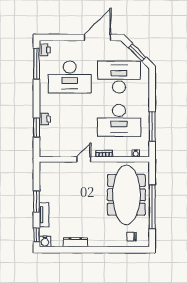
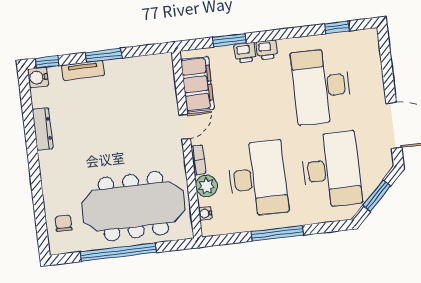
printer: (45, 50) -> (267, 50), moved
window: (36, 64) -> (337, 27), width x0.46
desk: (119, 120) -> (258, 179), turned 180
window: (152, 127) -> (277, 233), moved
filing cabinet: (60, 149) -> (197, 84), added
plant: (120, 151) -> (206, 186), added
door: (84, 159) -> (185, 127), hinge flipped

